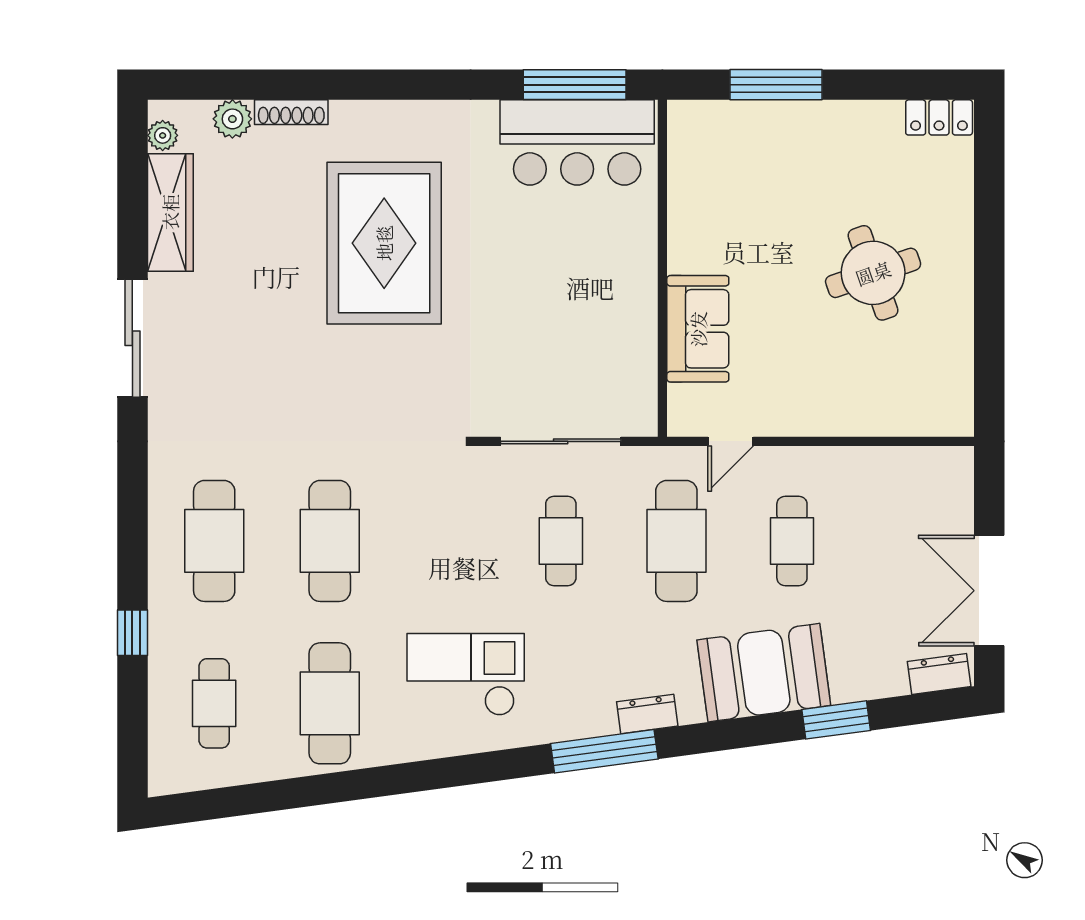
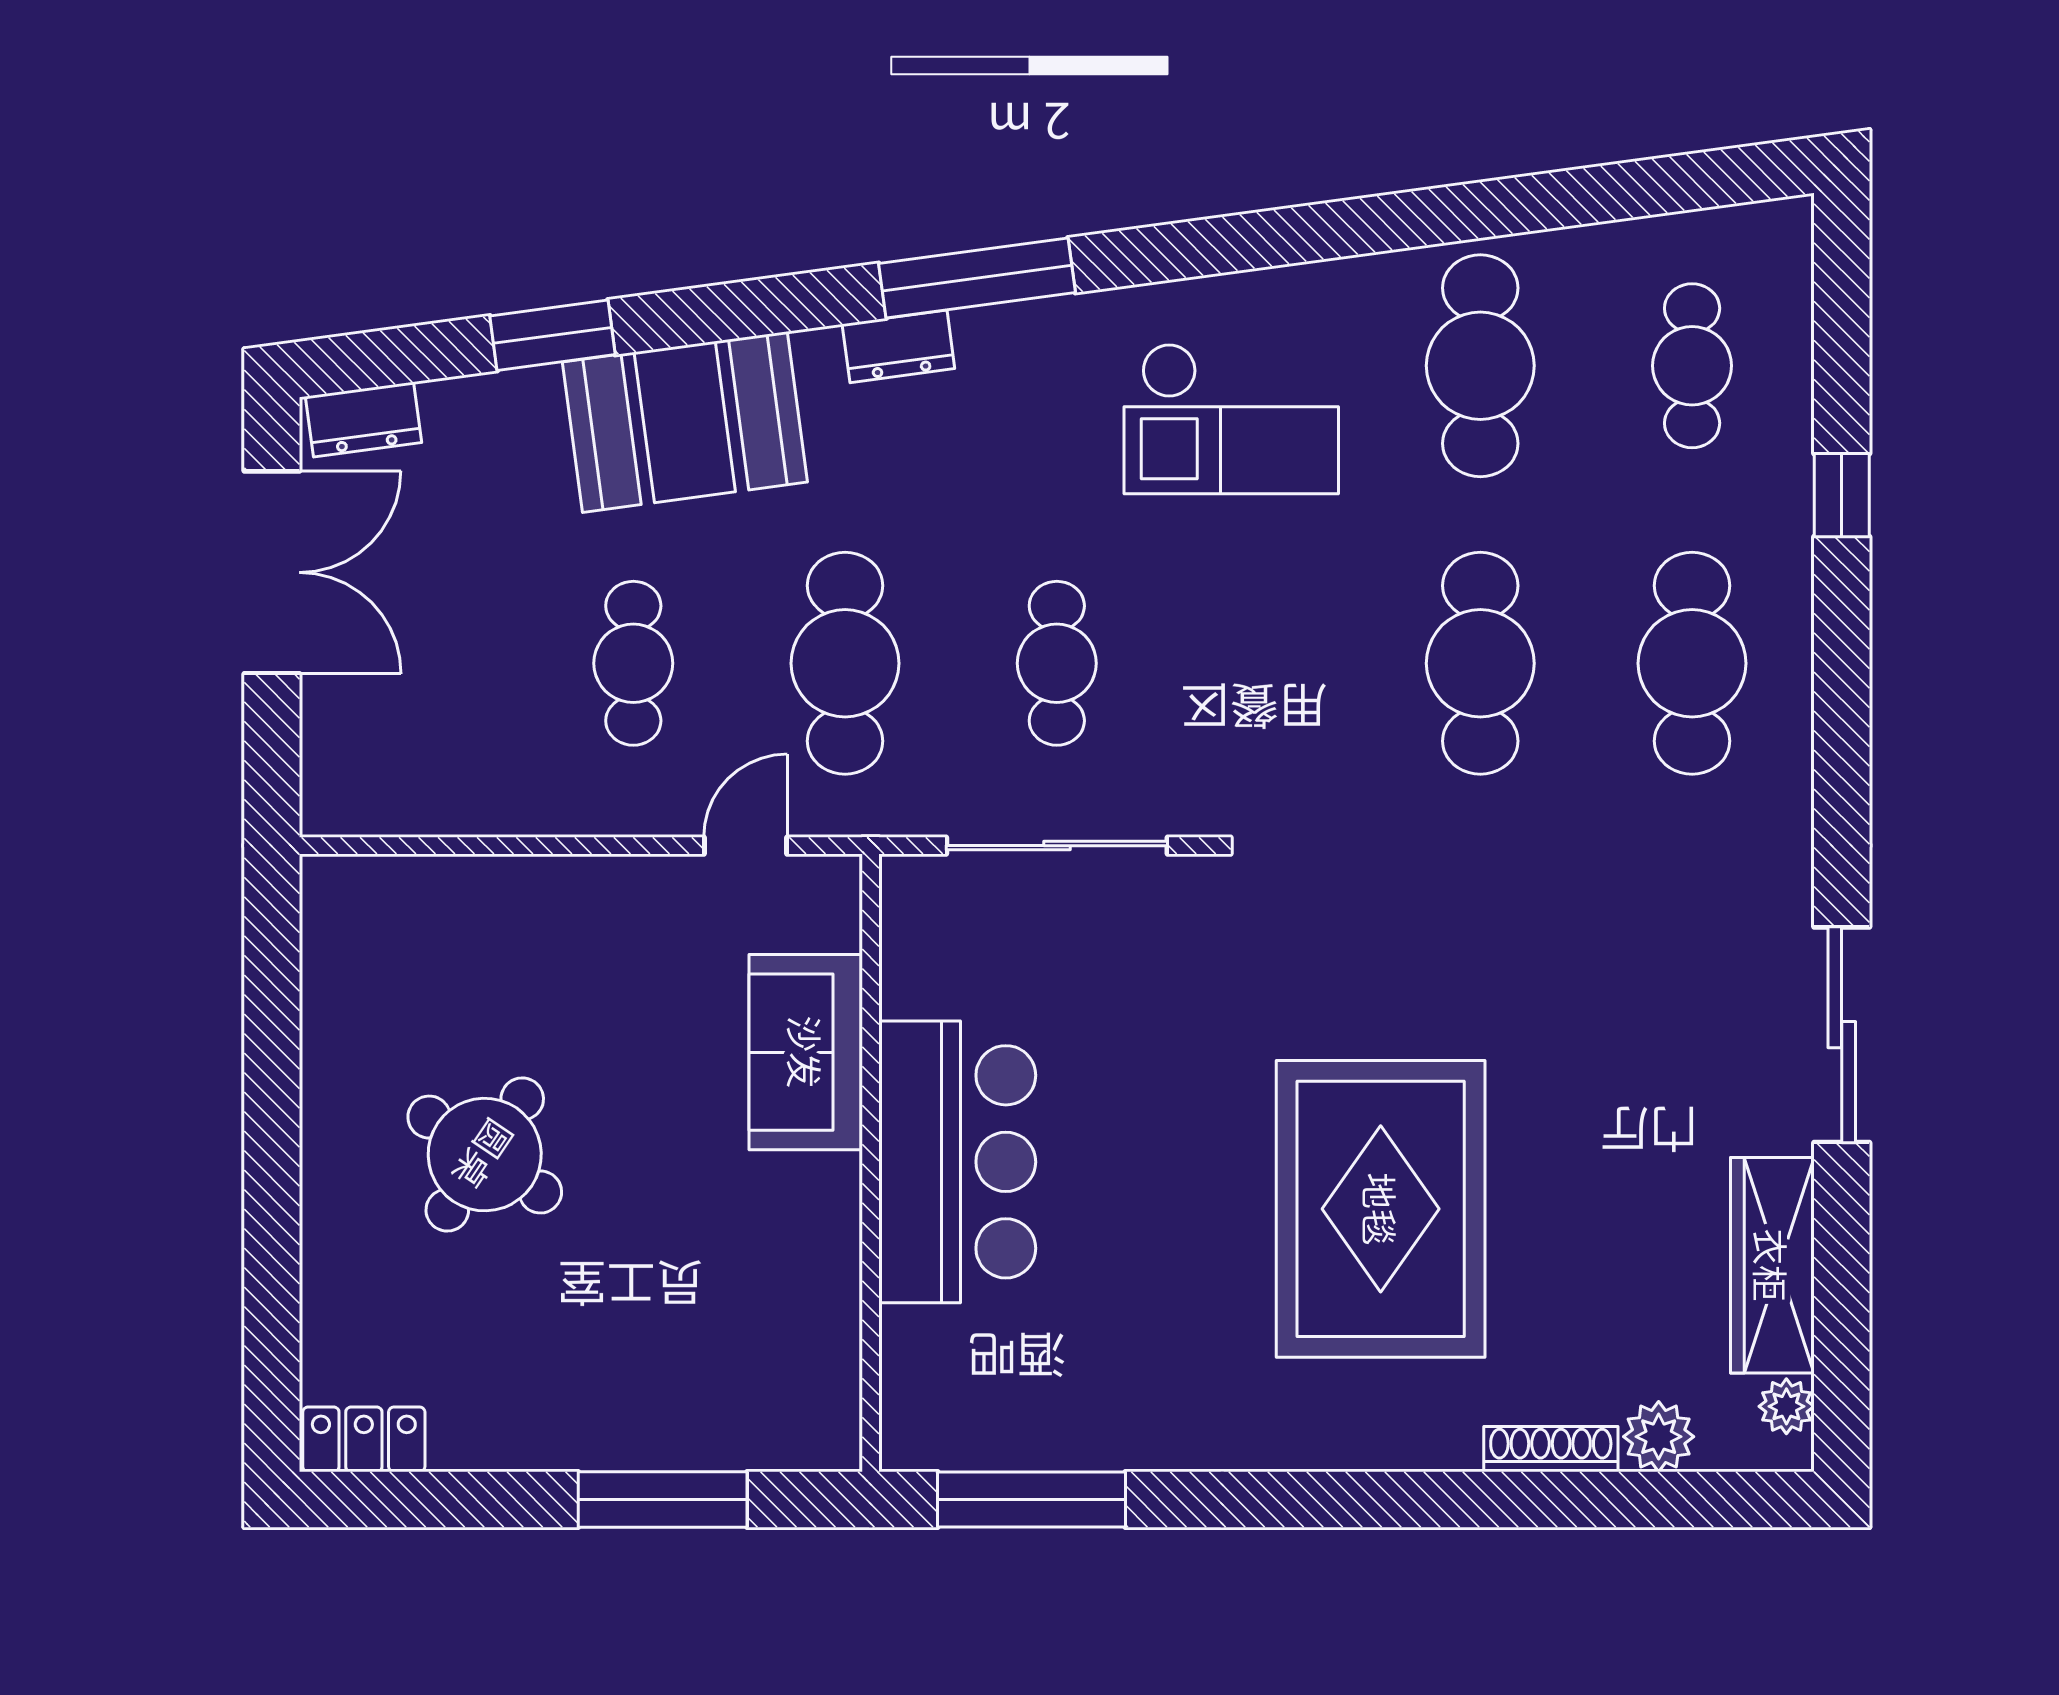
bar counter: (577, 142) -> (957, 1162), moved, turned 90
round table: (873, 273) -> (485, 1155), turned -37

